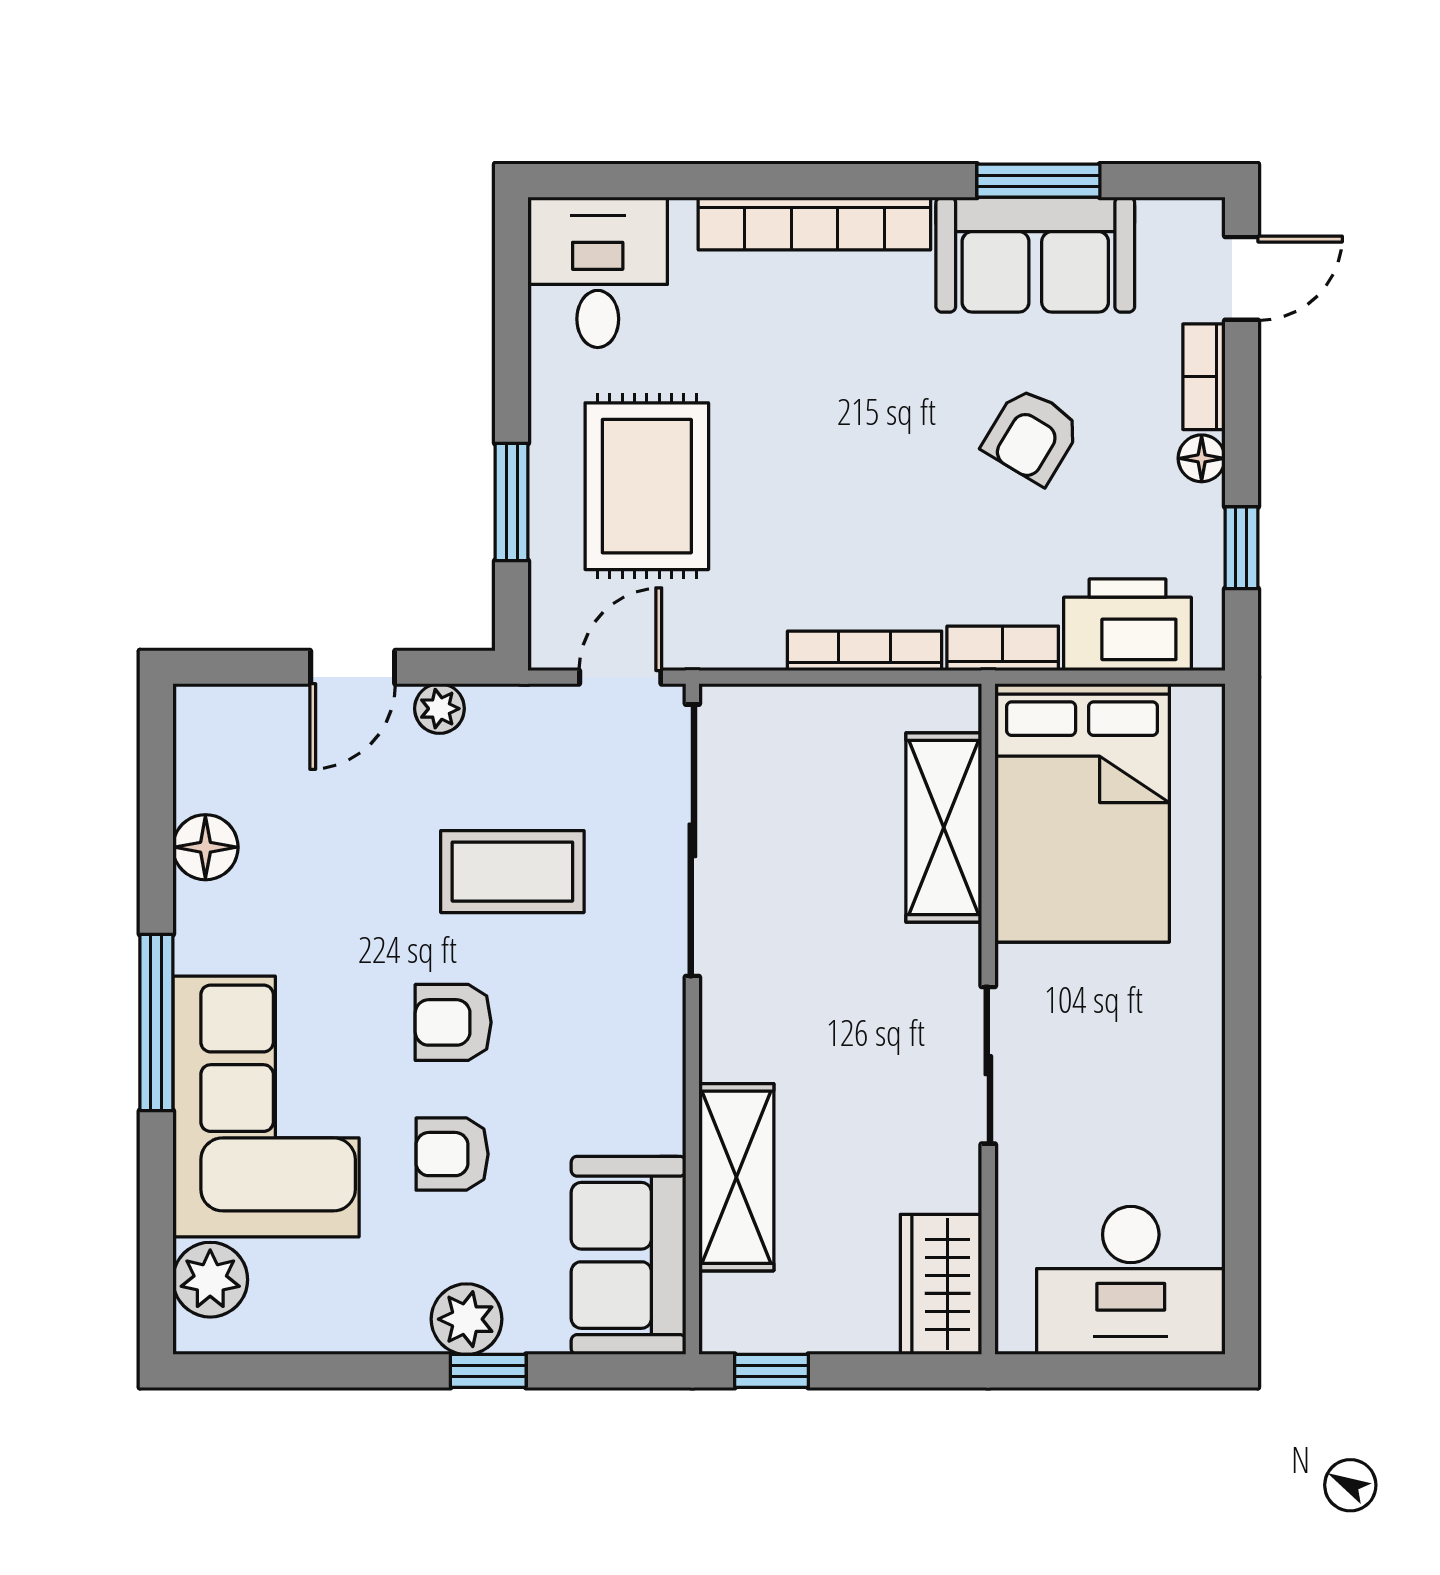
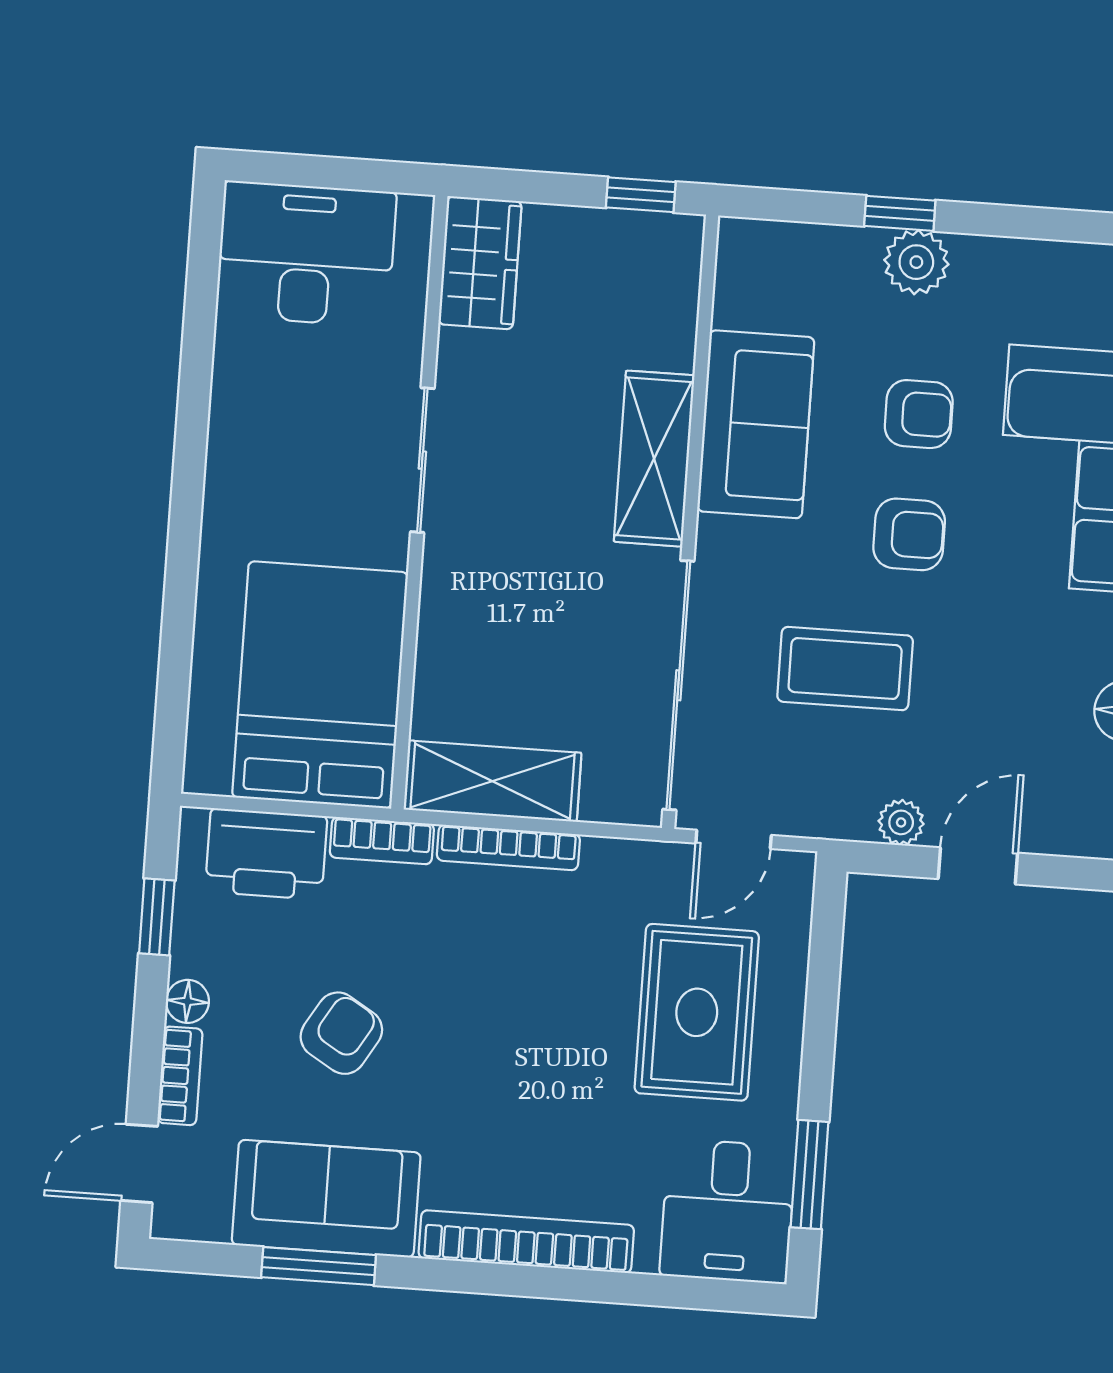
window: (512, 502) -> (810, 1175), moved
shelving: (944, 828) -> (492, 781), moved, turned 90
shelving: (736, 1177) -> (654, 459), moved
sofa: (629, 1255) -> (756, 424), moved

